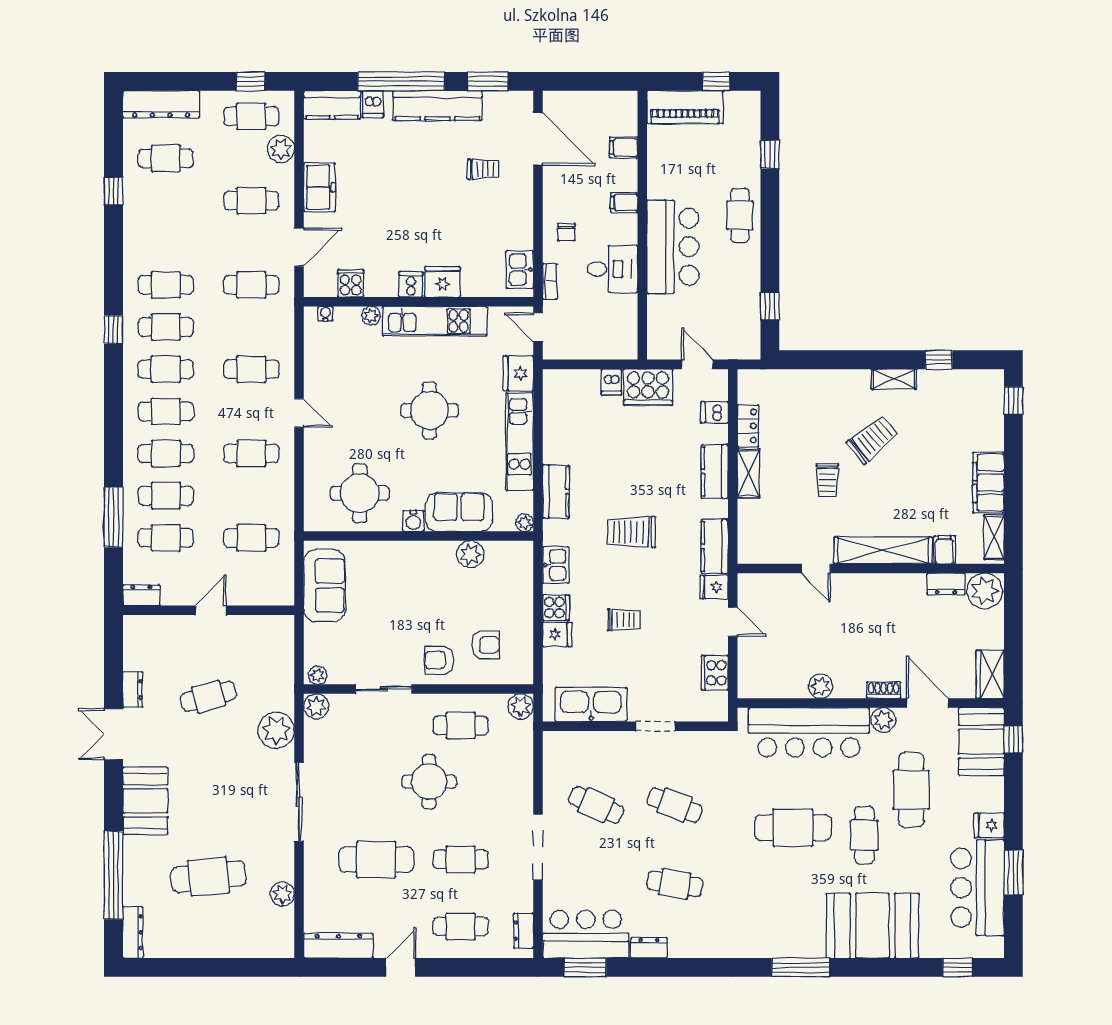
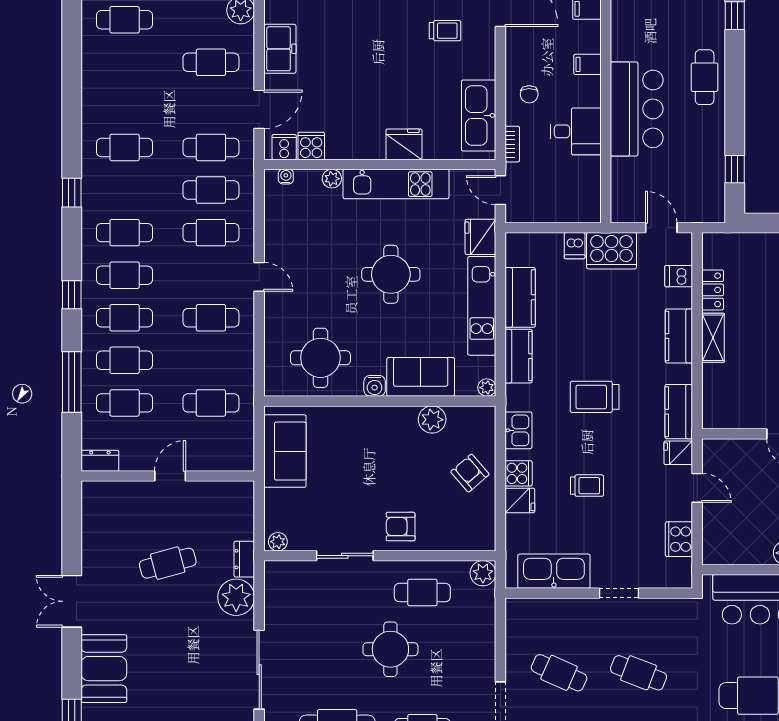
window: (113, 191) -> (72, 295), moved
kitchen sink: (520, 270) -> (479, 115), width x1.88, depth x1.24
cooker: (411, 285) -> (284, 147), moved
cafe table: (166, 327) -> (211, 190), moved
kitchen counter: (557, 433) -> (520, 297), added
armchair: (485, 645) -> (470, 473), moved, turned -131
dresser: (133, 689) -> (244, 559), moved, turned 180
plant: (316, 706) -> (277, 573), removed

